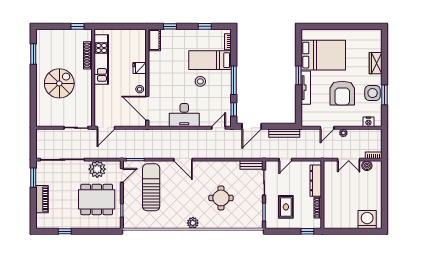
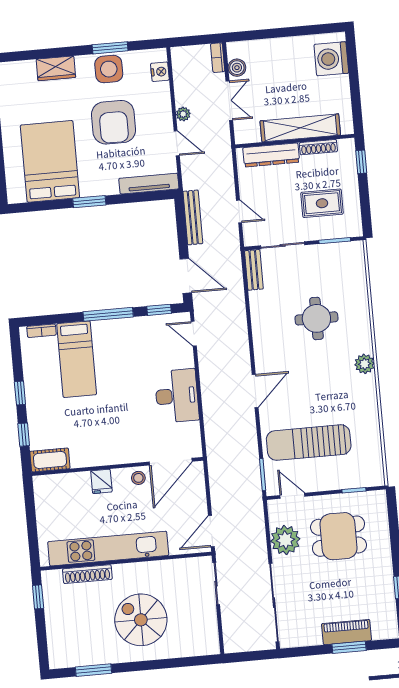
window: (205, 26) -> (20, 393), moved
kitchen unit: (101, 59) -> (108, 549), width x1.36
stool: (200, 81) -> (115, 373), removed
tv unit: (306, 88) -> (149, 184), moved
armchair: (342, 93) -> (114, 122), turned 90
door: (106, 128) -> (211, 531), swing flipped
window: (33, 178) -> (349, 647), moved
shelving: (330, 198) -> (300, 128), added
dining table: (97, 199) -> (339, 536), width x0.73

